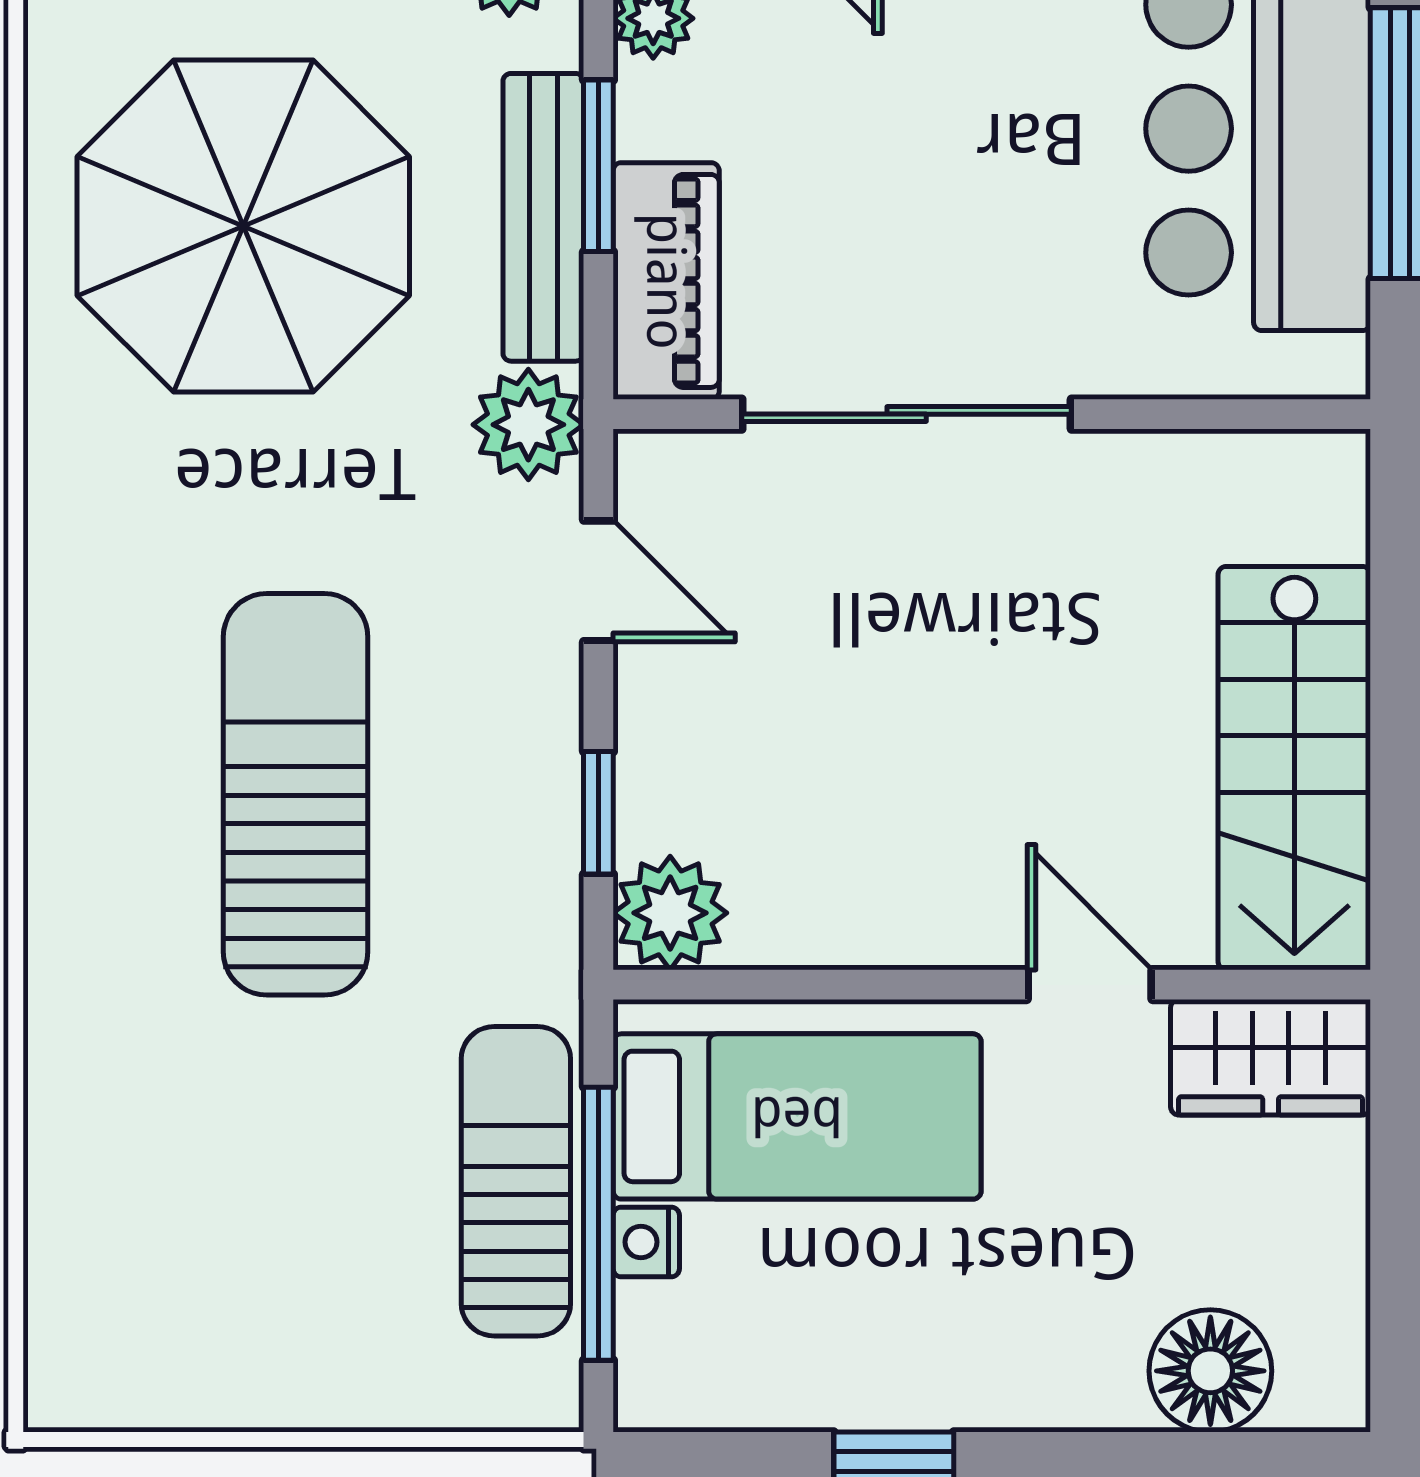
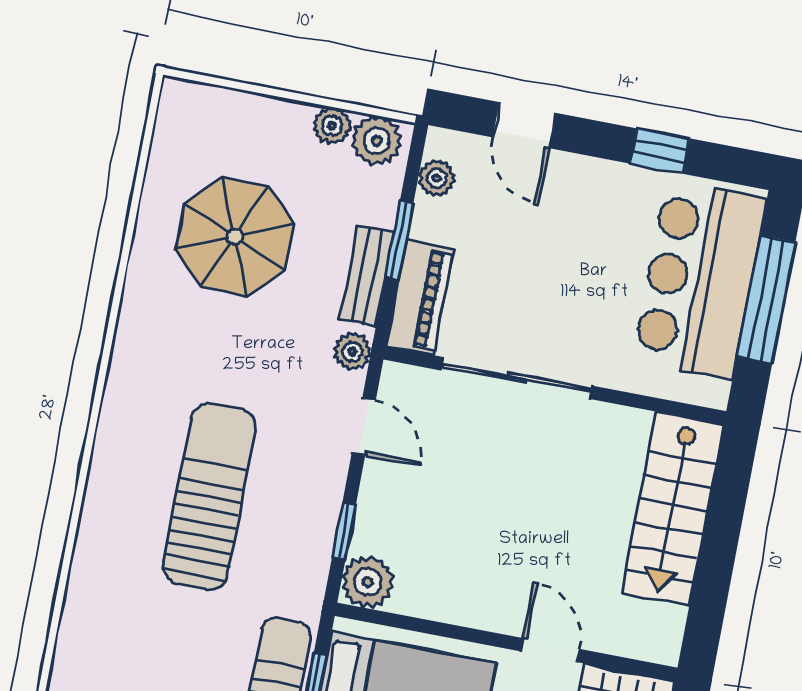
bench: (543, 217) -> (367, 276), width x0.73
parasol: (243, 226) -> (235, 237), width x0.73, depth x0.73
plant: (528, 425) -> (352, 352), width x0.73, depth x0.73
stairs: (1294, 768) -> (672, 509), moved

